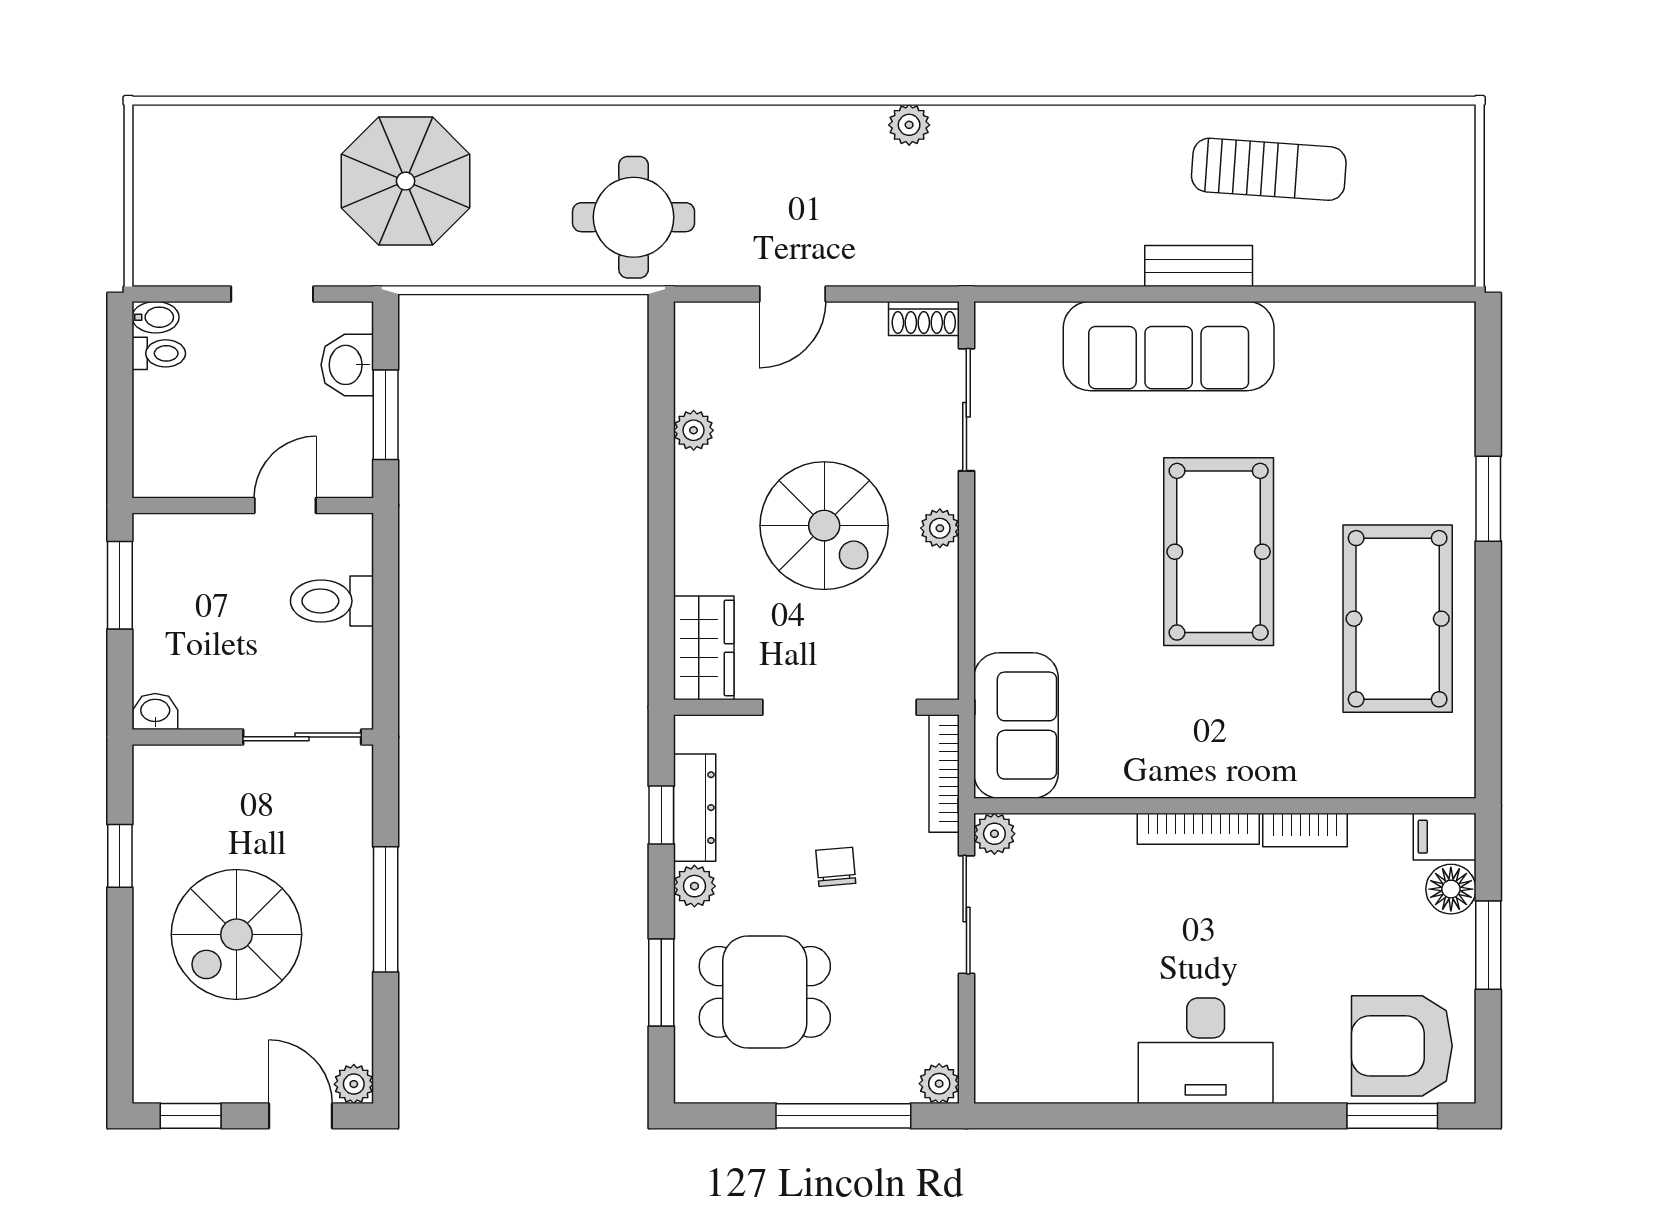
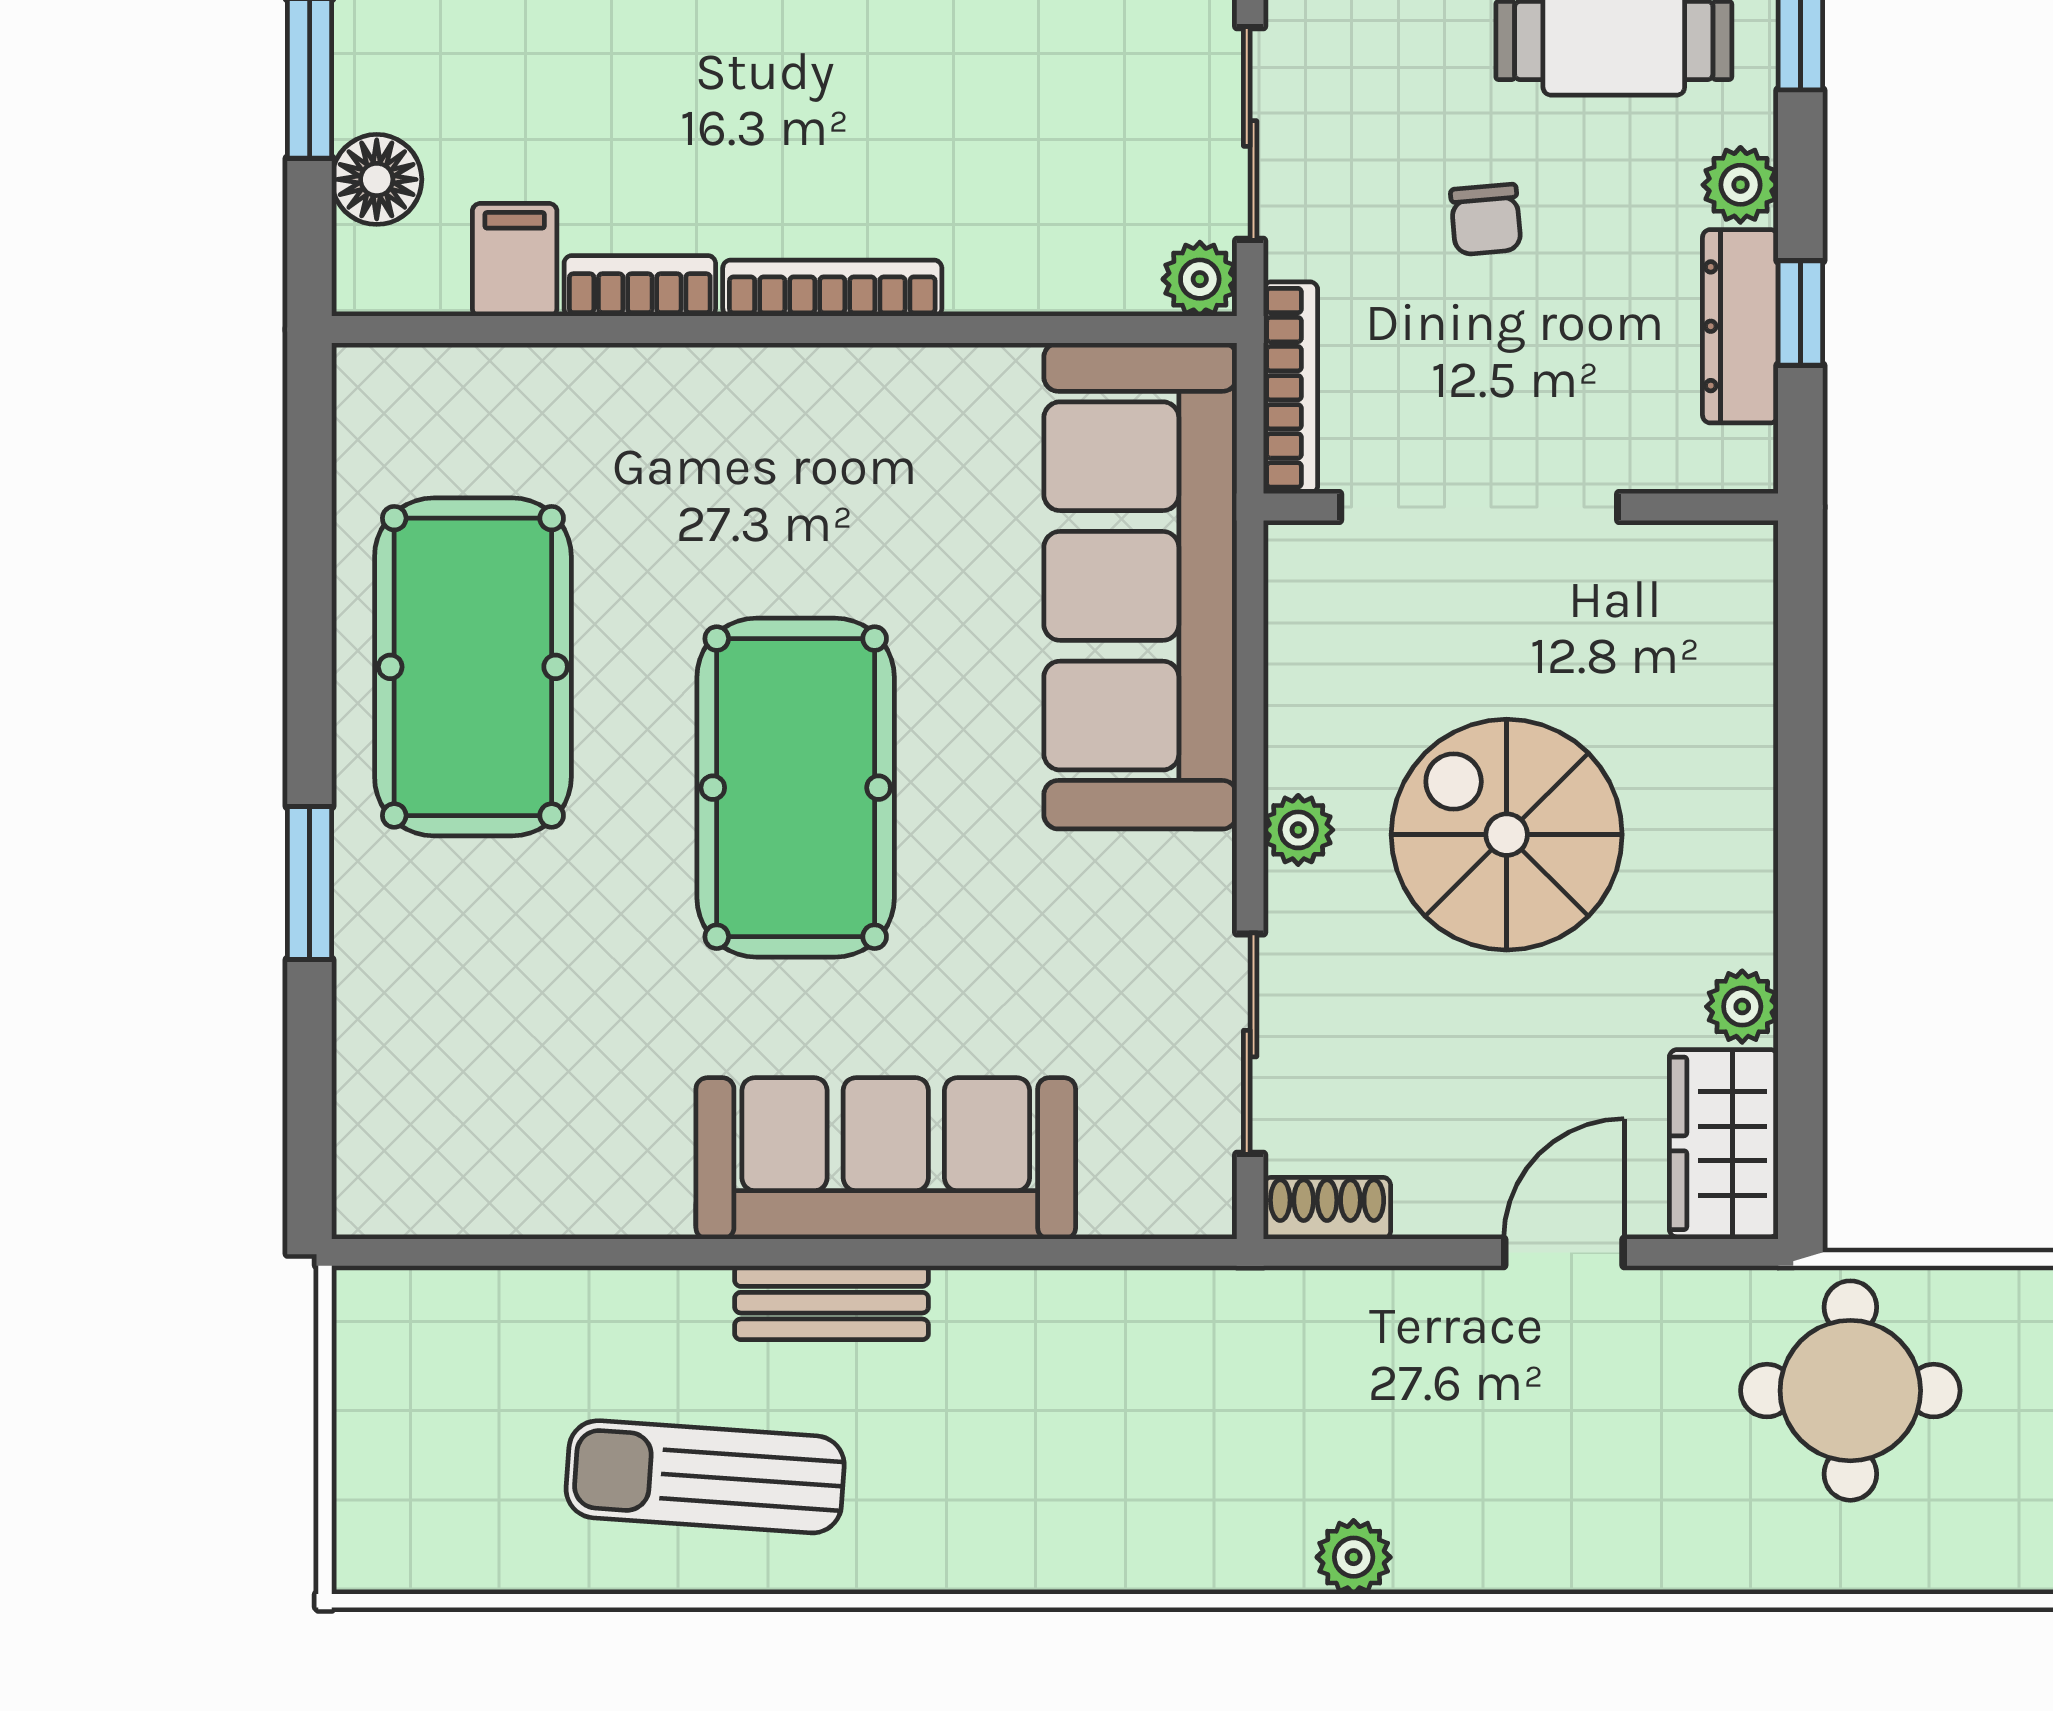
wardrobe: (704, 648) -> (1724, 1143), moved
sofa: (1016, 726) -> (1140, 586), width x1.85, depth x1.27
filing cabinet: (1445, 837) -> (515, 260), moved, turned -90

